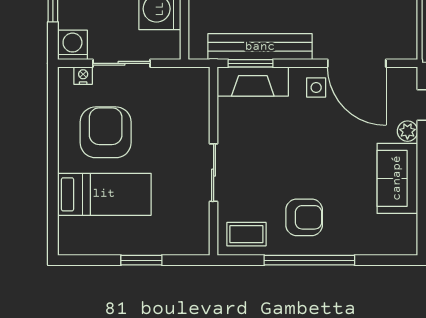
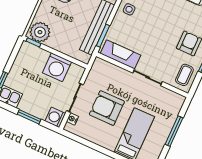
fireplace: (253, 82) -> (120, 54), moved, turned -90
armchair: (106, 132) -> (107, 108), moved
window: (141, 260) -> (174, 131), width x1.44

